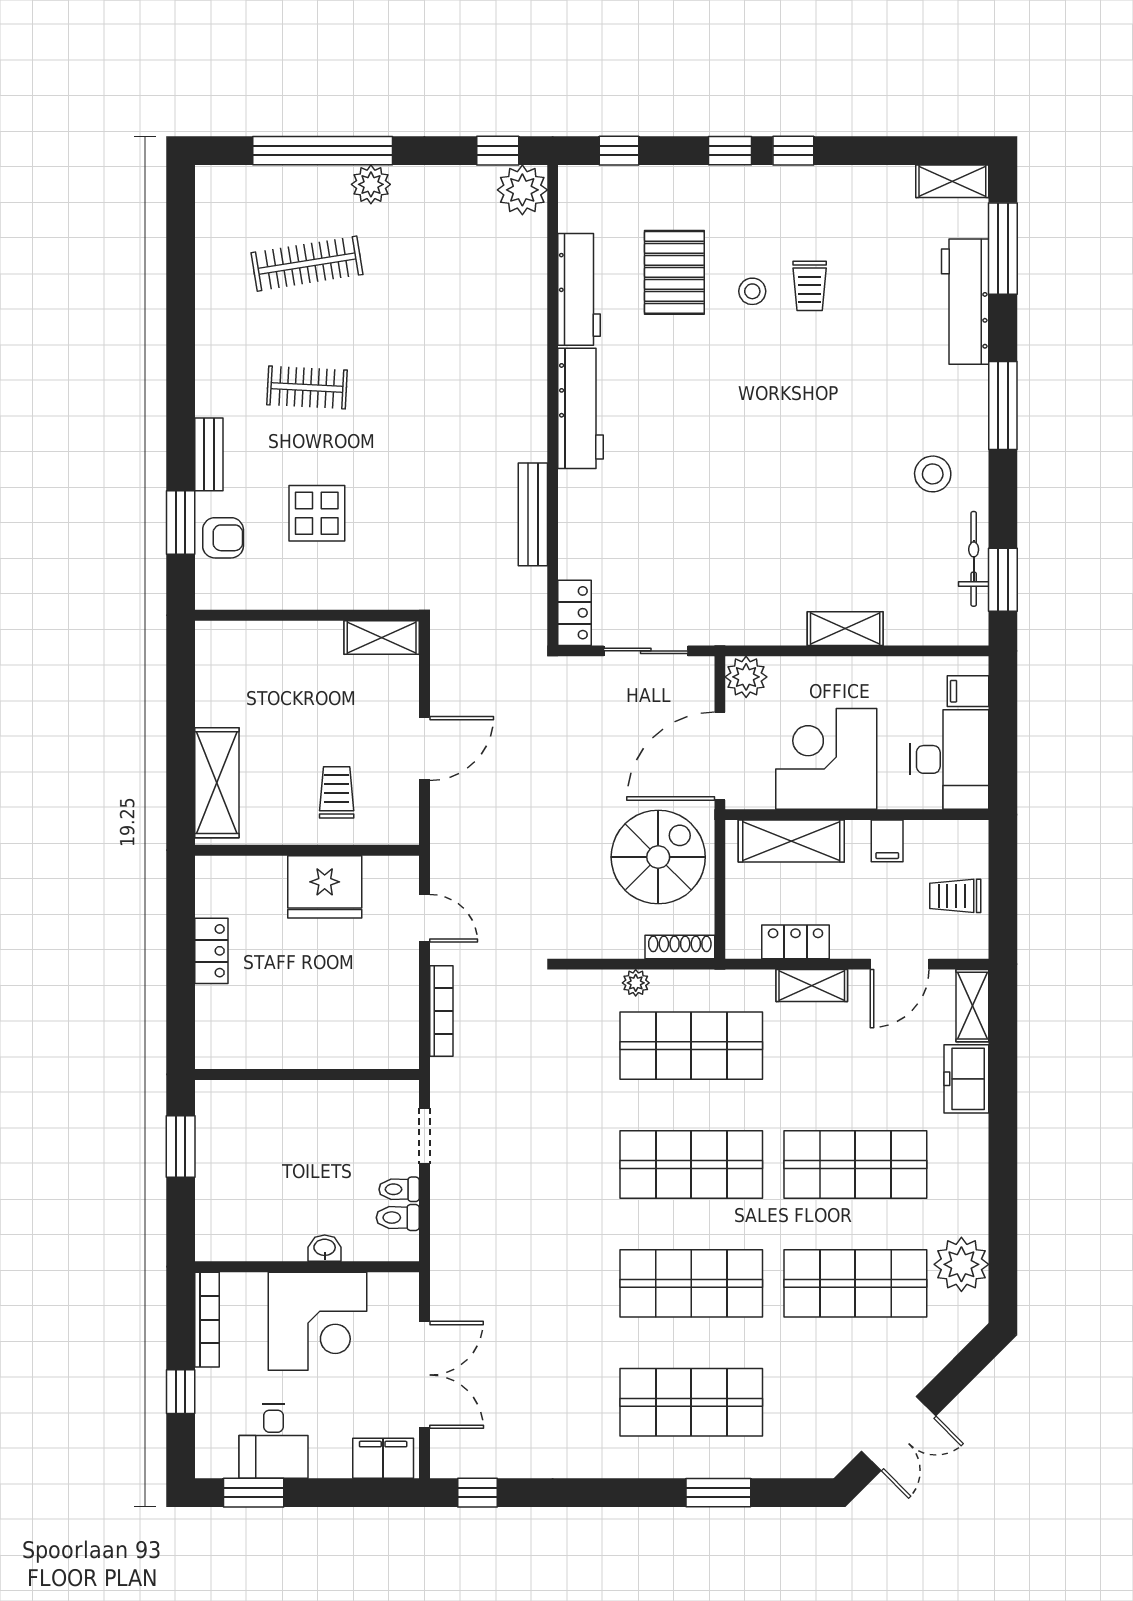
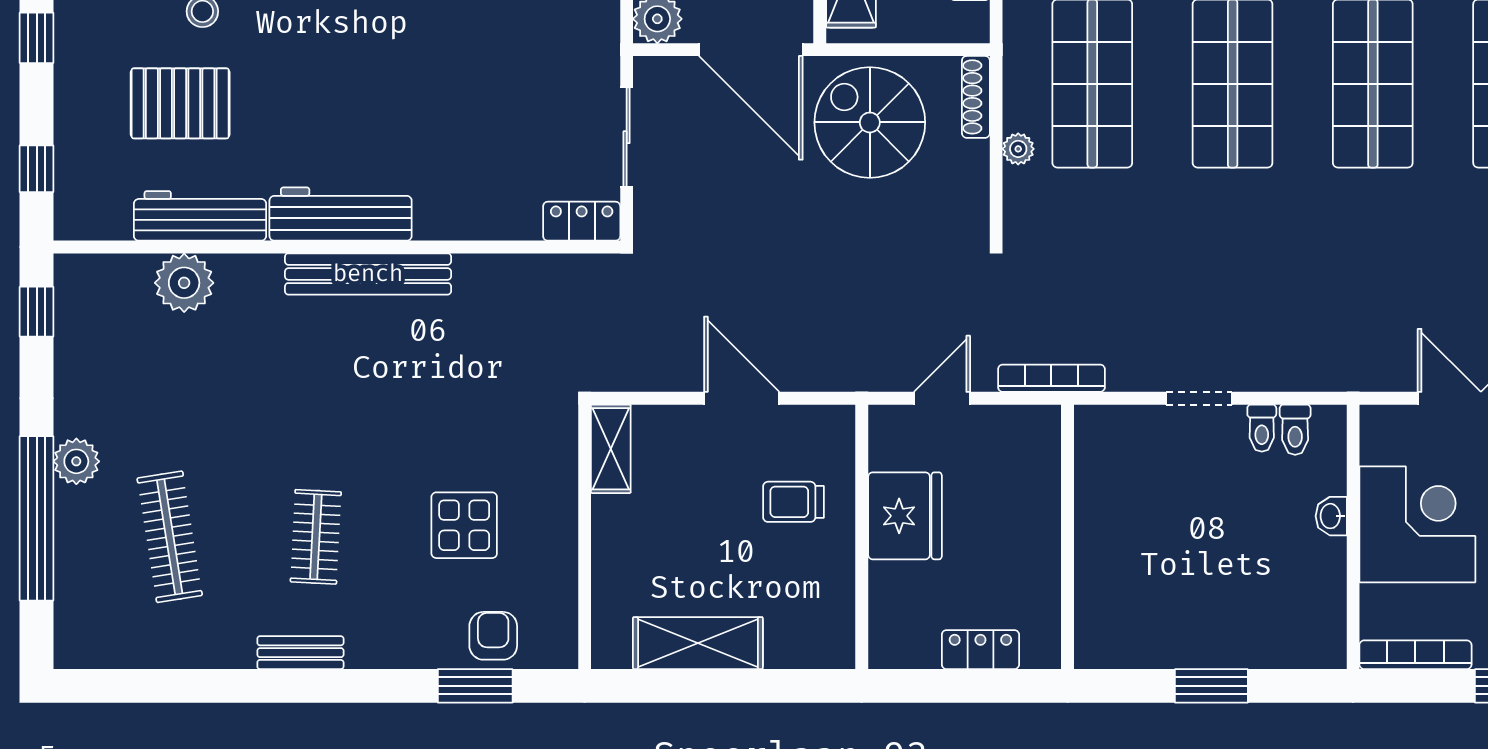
plant: (522, 190) -> (184, 283), moved
bench: (209, 454) -> (300, 653), moved
bench: (533, 514) -> (368, 274), moved, width x1.37, depth x1.21
shelving: (217, 783) -> (698, 643), moved
wall: (307, 1074) -> (1068, 537), moved

